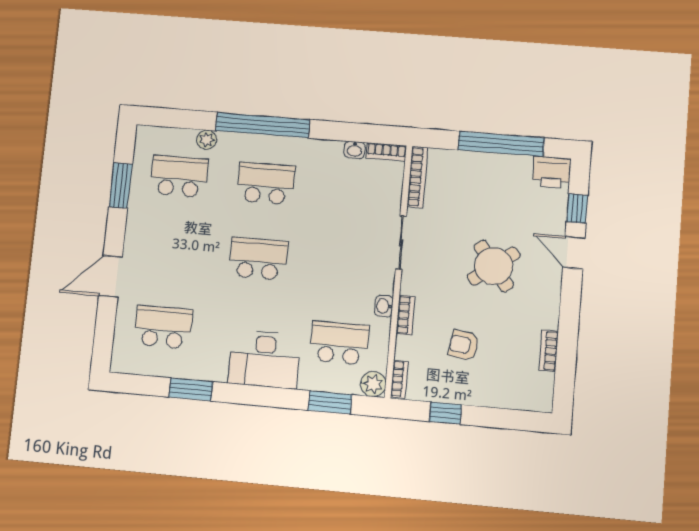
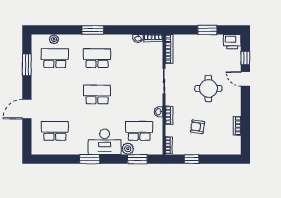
window: (263, 125) -> (93, 30), width x0.47
plant: (207, 140) -> (54, 39), moved
window: (501, 144) -> (207, 30), width x0.47
round table: (494, 266) -> (208, 88), turned 37
plant: (373, 384) -> (128, 149), moved
window: (191, 389) -> (90, 159), moved

